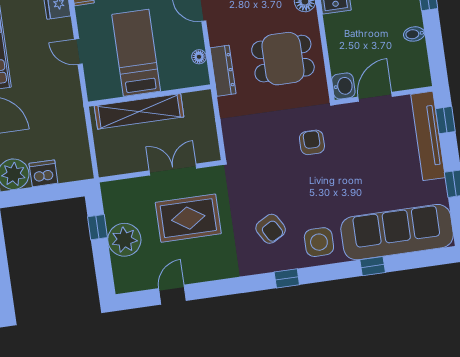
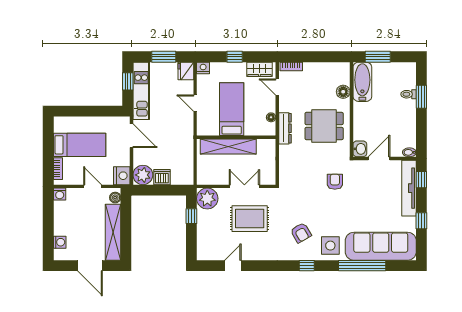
bidet: (414, 34) -> (409, 152), moved
plant: (124, 240) -> (207, 199), moved
window: (373, 266) -> (362, 266), width x3.17

